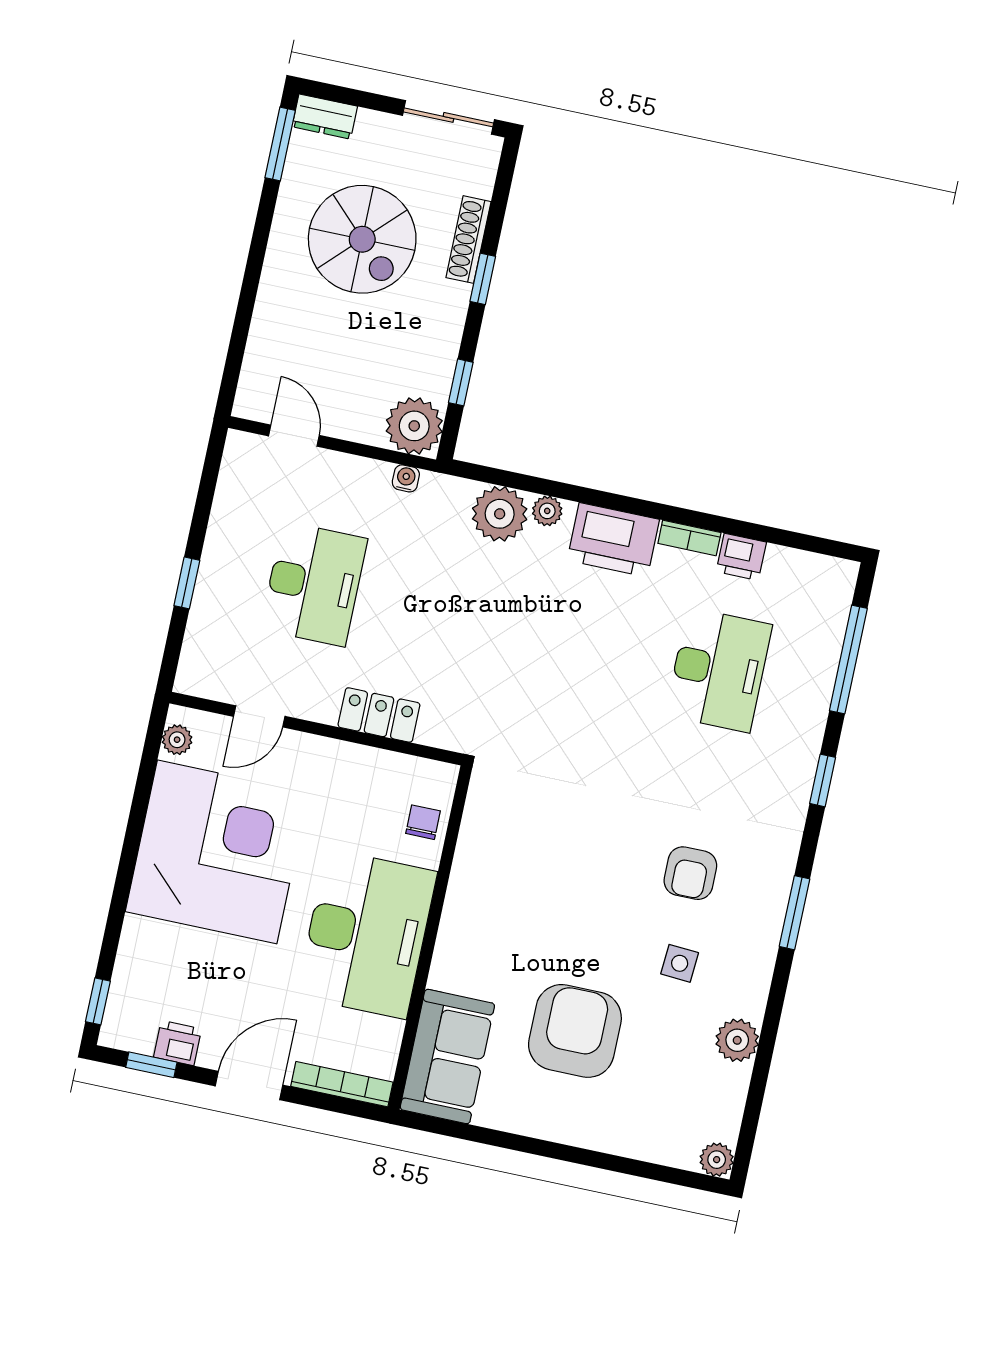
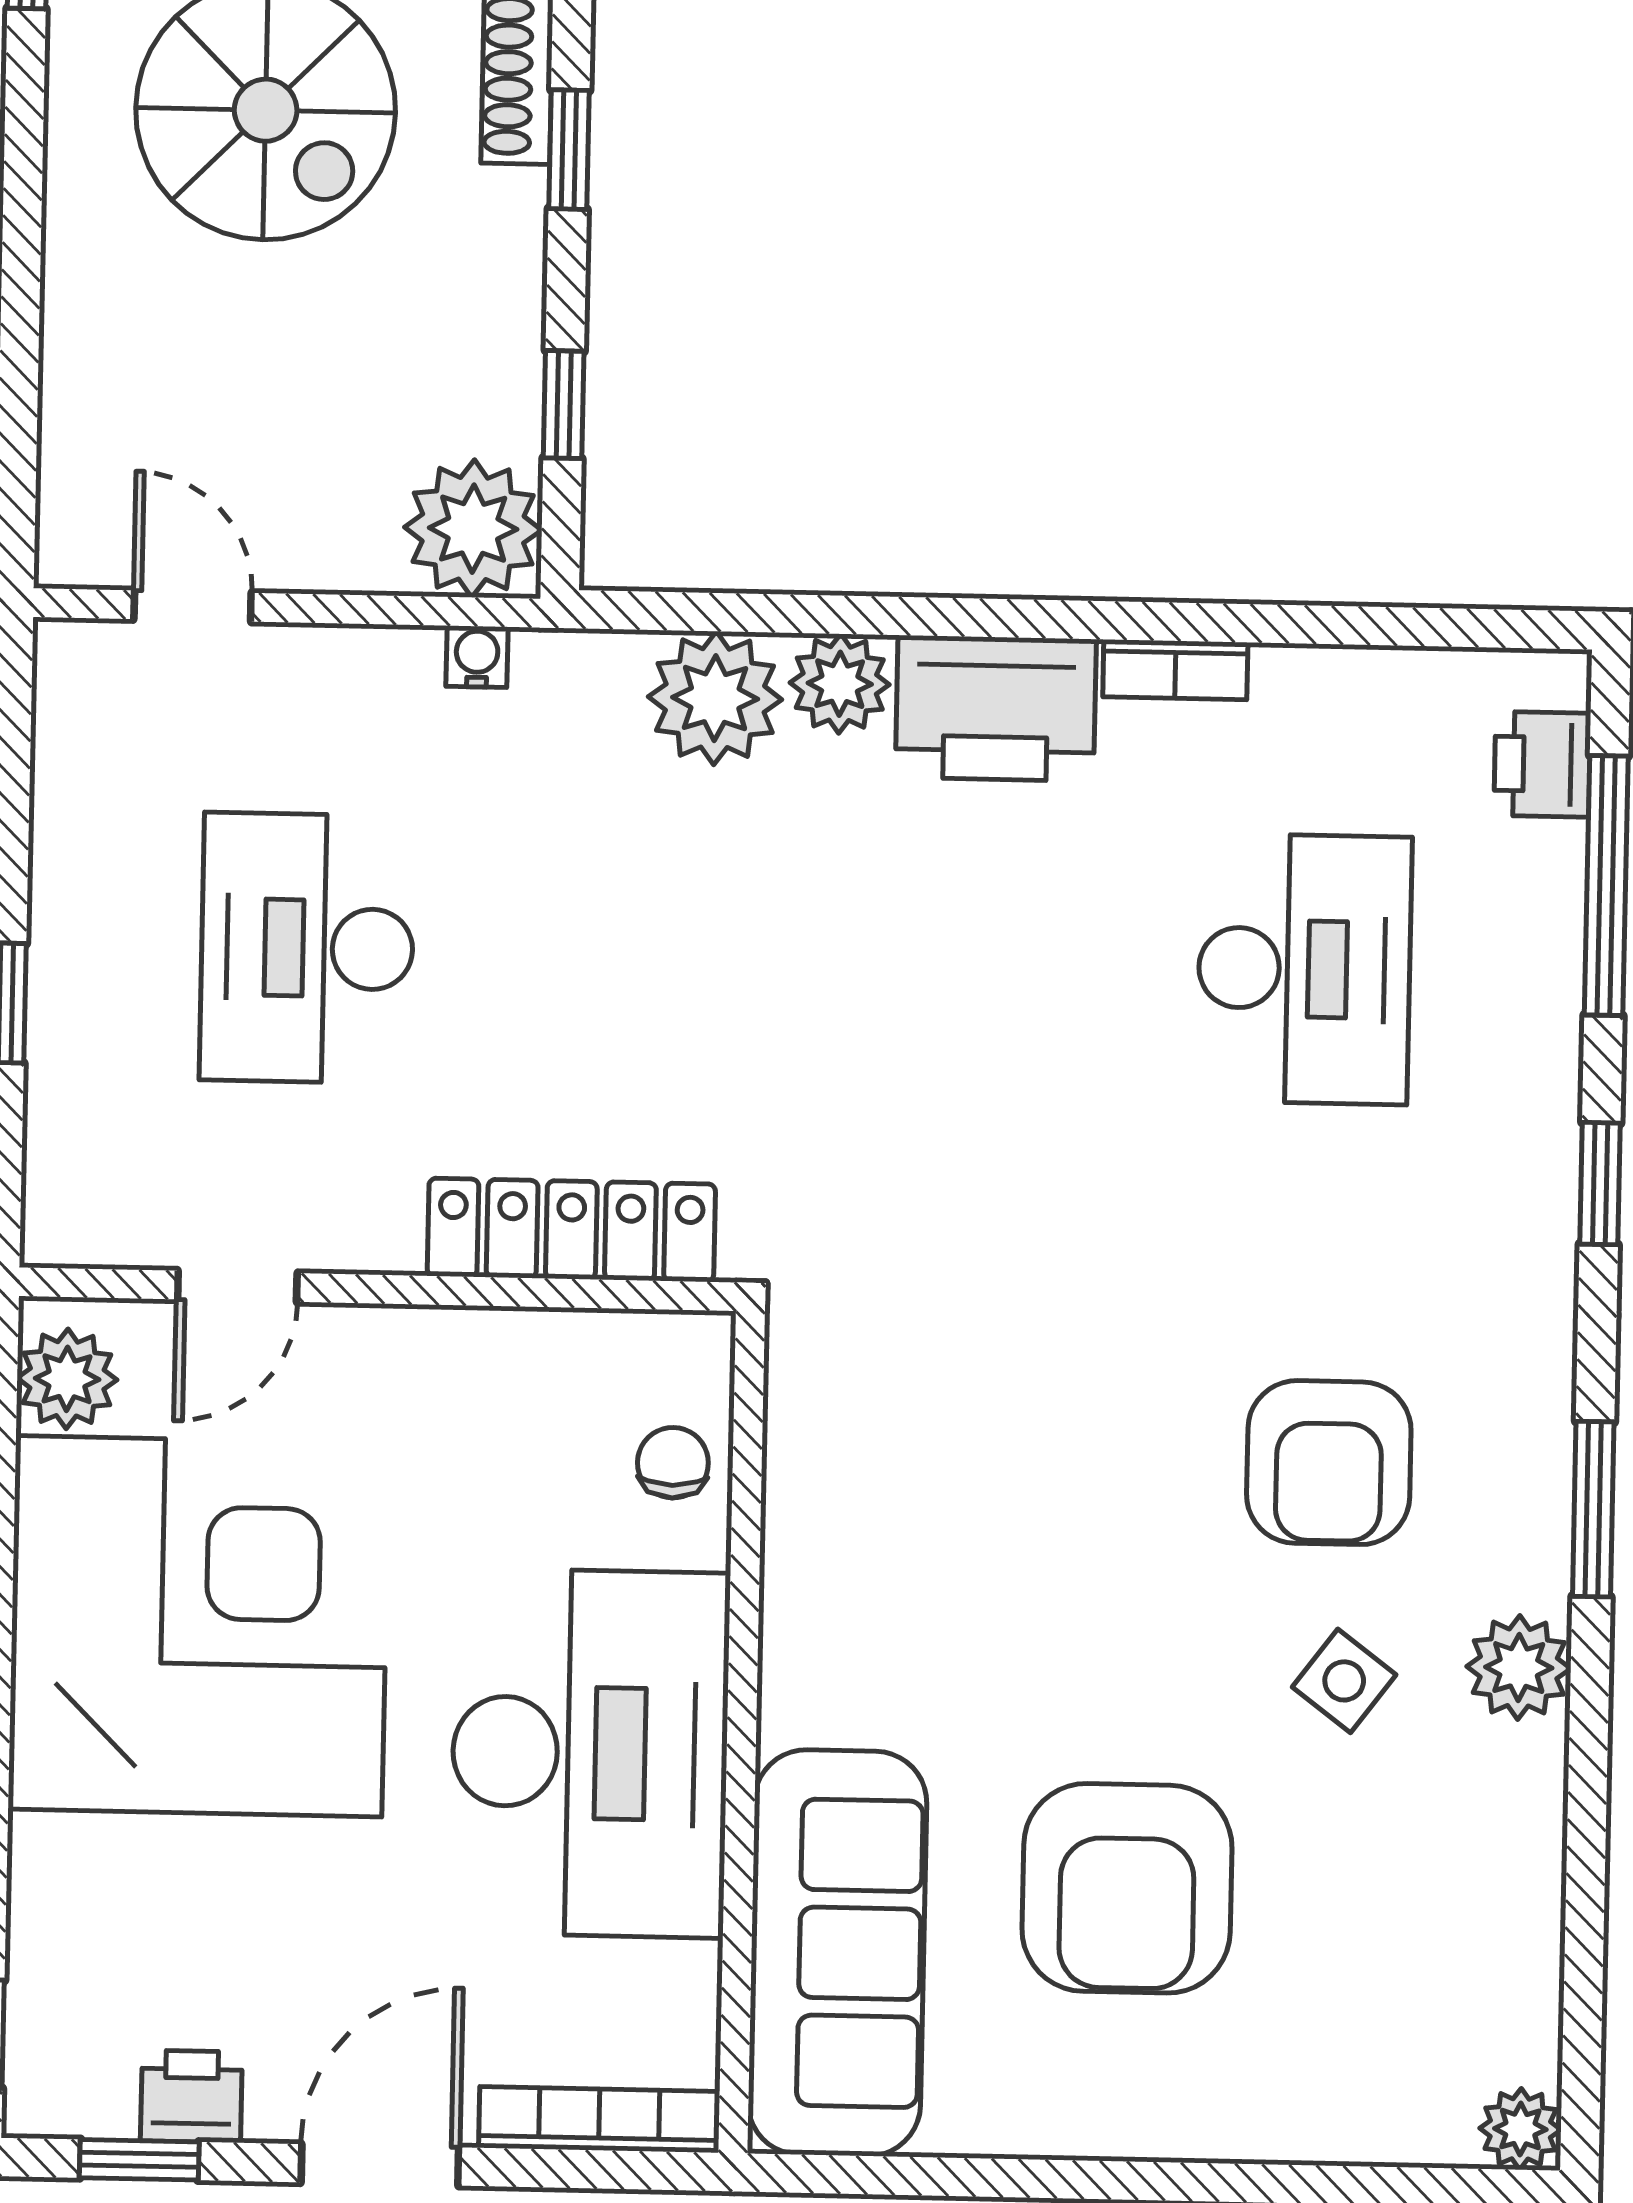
plant: (547, 511) -> (840, 684), width x1.38, depth x1.38
printer: (741, 557) -> (1542, 764), moved, turned 90
desk: (314, 584) -> (307, 948), turned 180
locker: (379, 715) -> (571, 1230), width x1.53
plant: (177, 740) -> (67, 1379), width x1.38, depth x1.38
armchair: (690, 873) -> (1329, 1463), width x1.38, depth x1.38
side table: (680, 963) -> (1344, 1681), turned 33
armchair: (575, 1031) -> (1127, 1888), turned 180
plant: (737, 1040) -> (1519, 1667), moved
sofa: (447, 1057) -> (837, 1953), width x1.36

